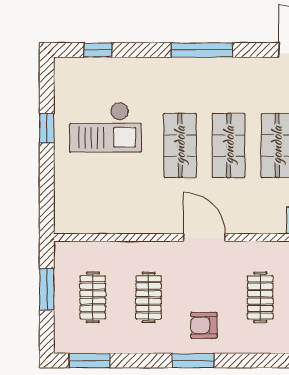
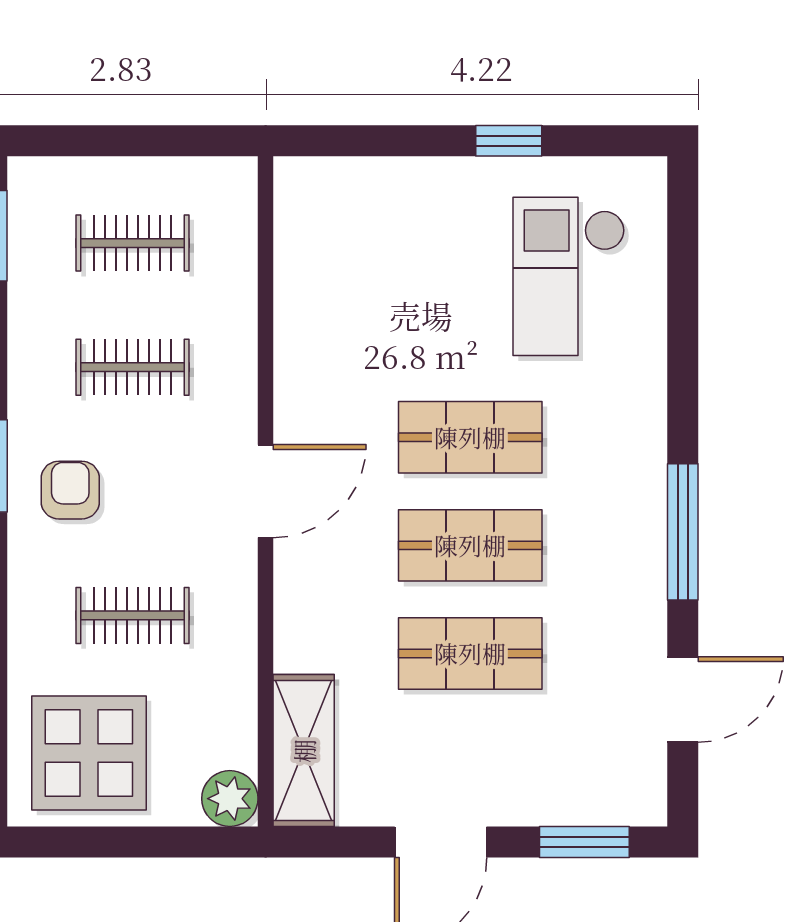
window: (98, 50) -> (683, 254), removed
window: (202, 50) -> (683, 532), moved
checkout: (105, 127) -> (569, 276), moved
window: (47, 289) -> (150, 141), removed

